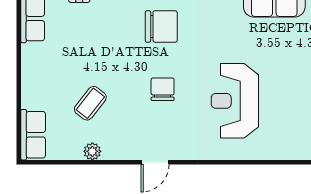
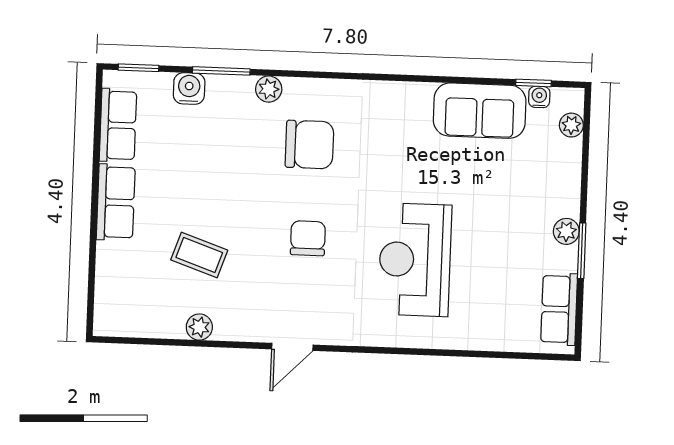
coffee table: (90, 103) -> (199, 255), turned 71
row of seats: (33, 135) -> (116, 202), moved

